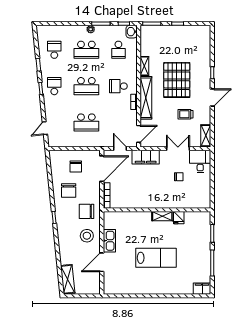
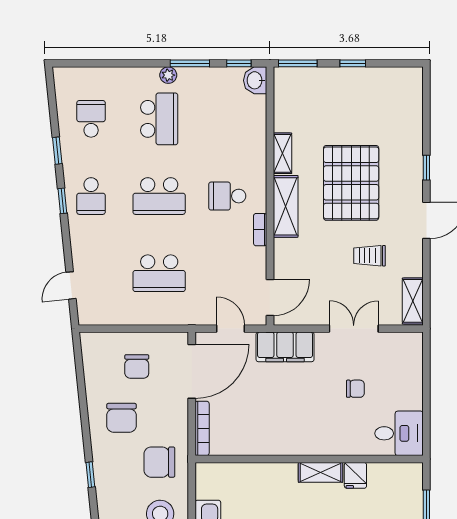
school desk: (86, 50) -> (159, 119), turned -90
school desk: (118, 50) -> (227, 119), removed
school desk: (54, 86) -> (91, 196), turned 180
shelving: (146, 98) -> (286, 206), width x0.68
desk: (200, 161) -> (399, 433), moved, turned 90

